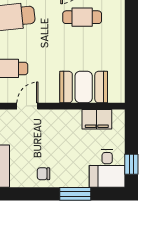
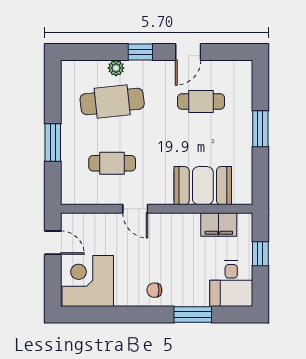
window: (131, 40) -> (260, 129), added
door: (27, 106) -> (135, 209), swing flipped
window: (131, 164) -> (260, 254), moved

